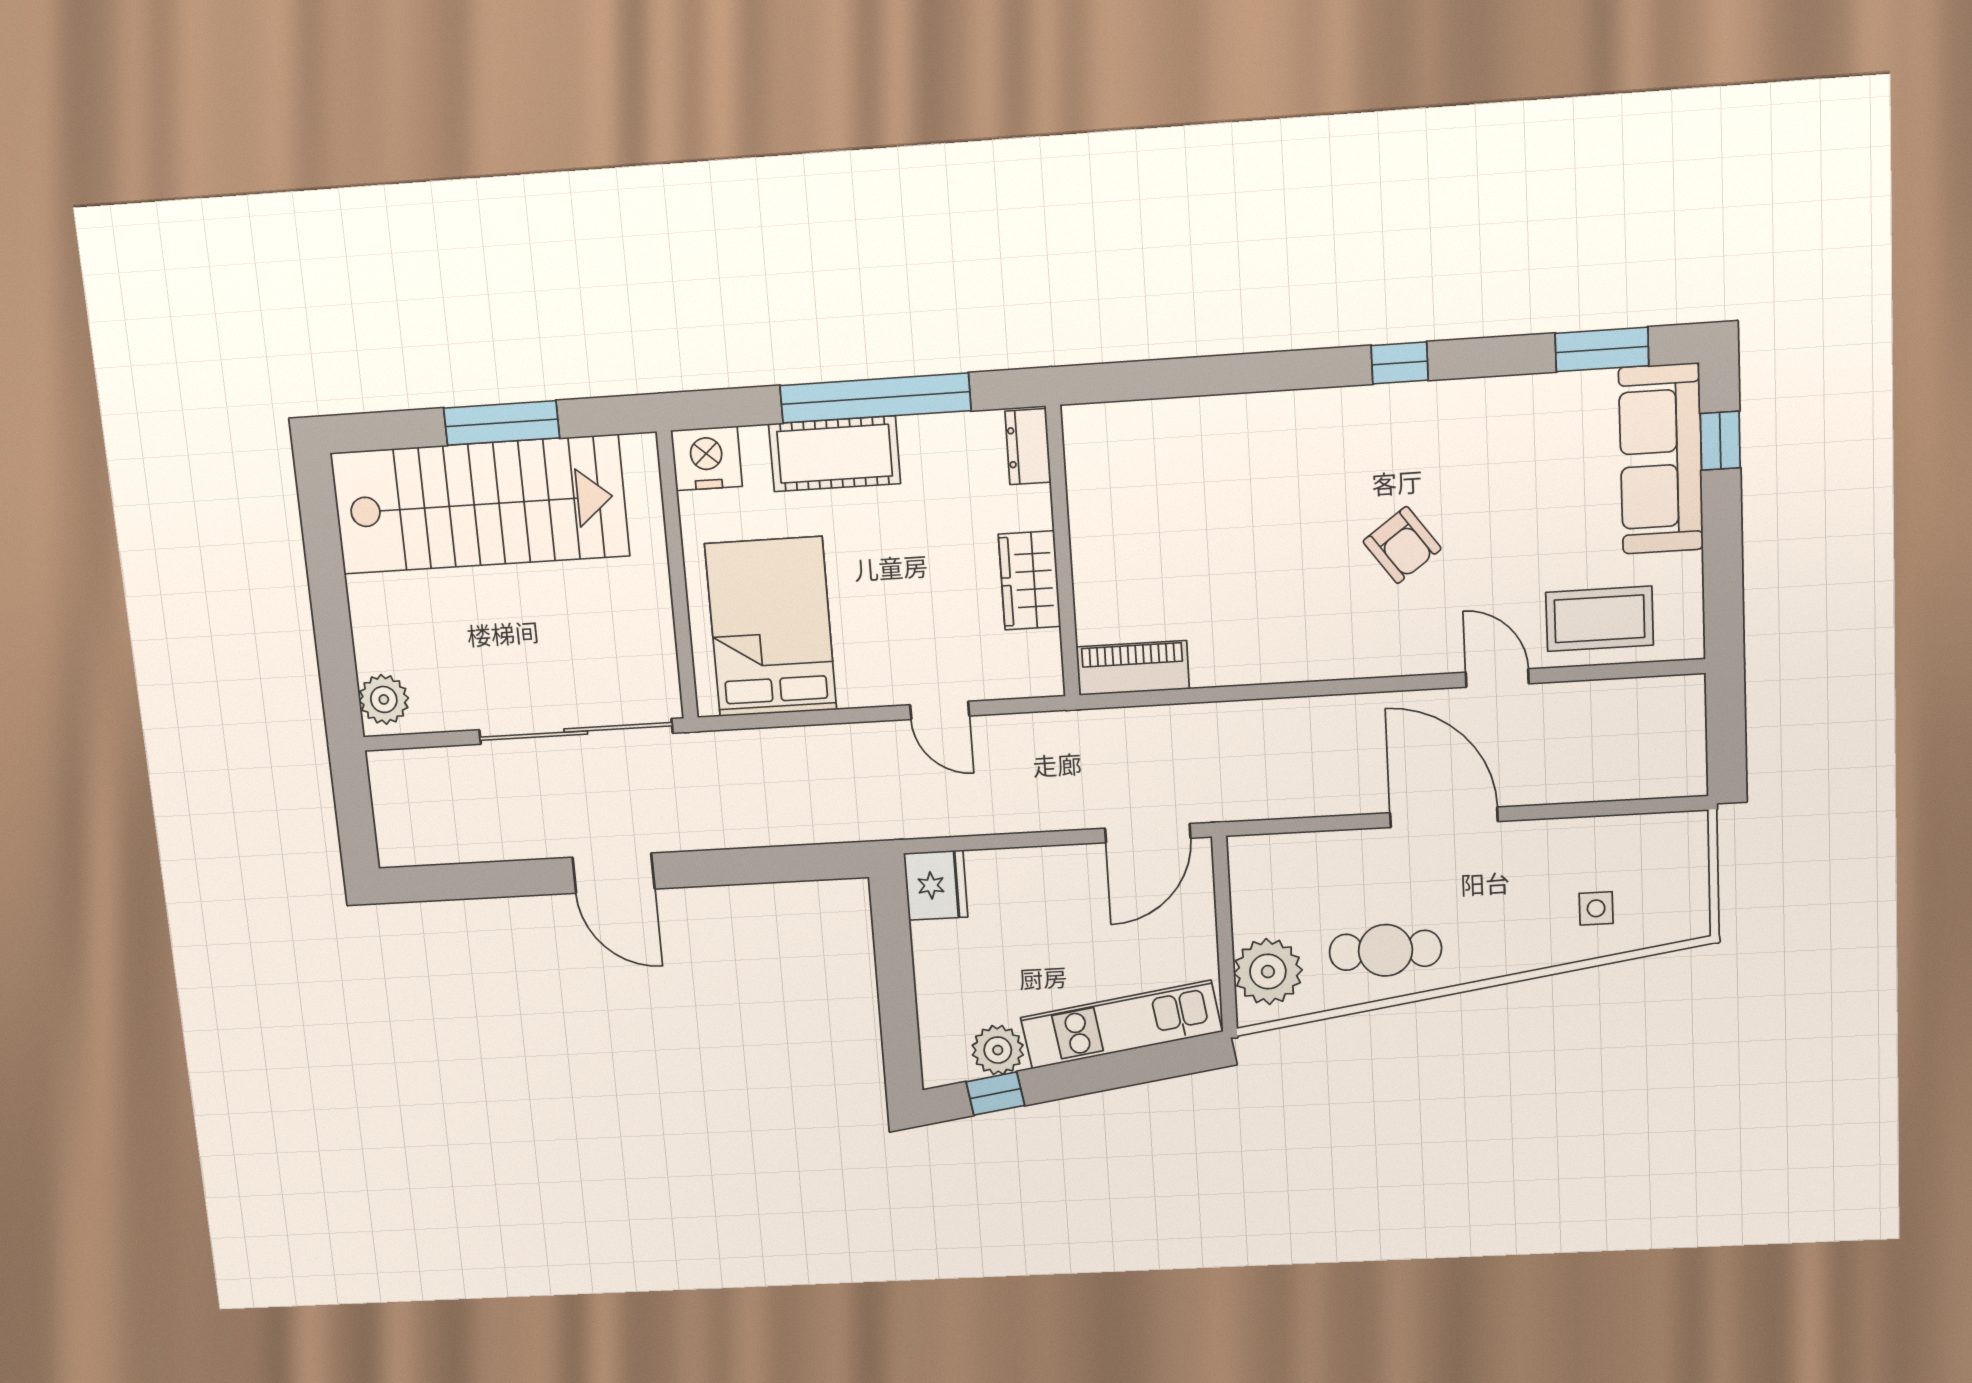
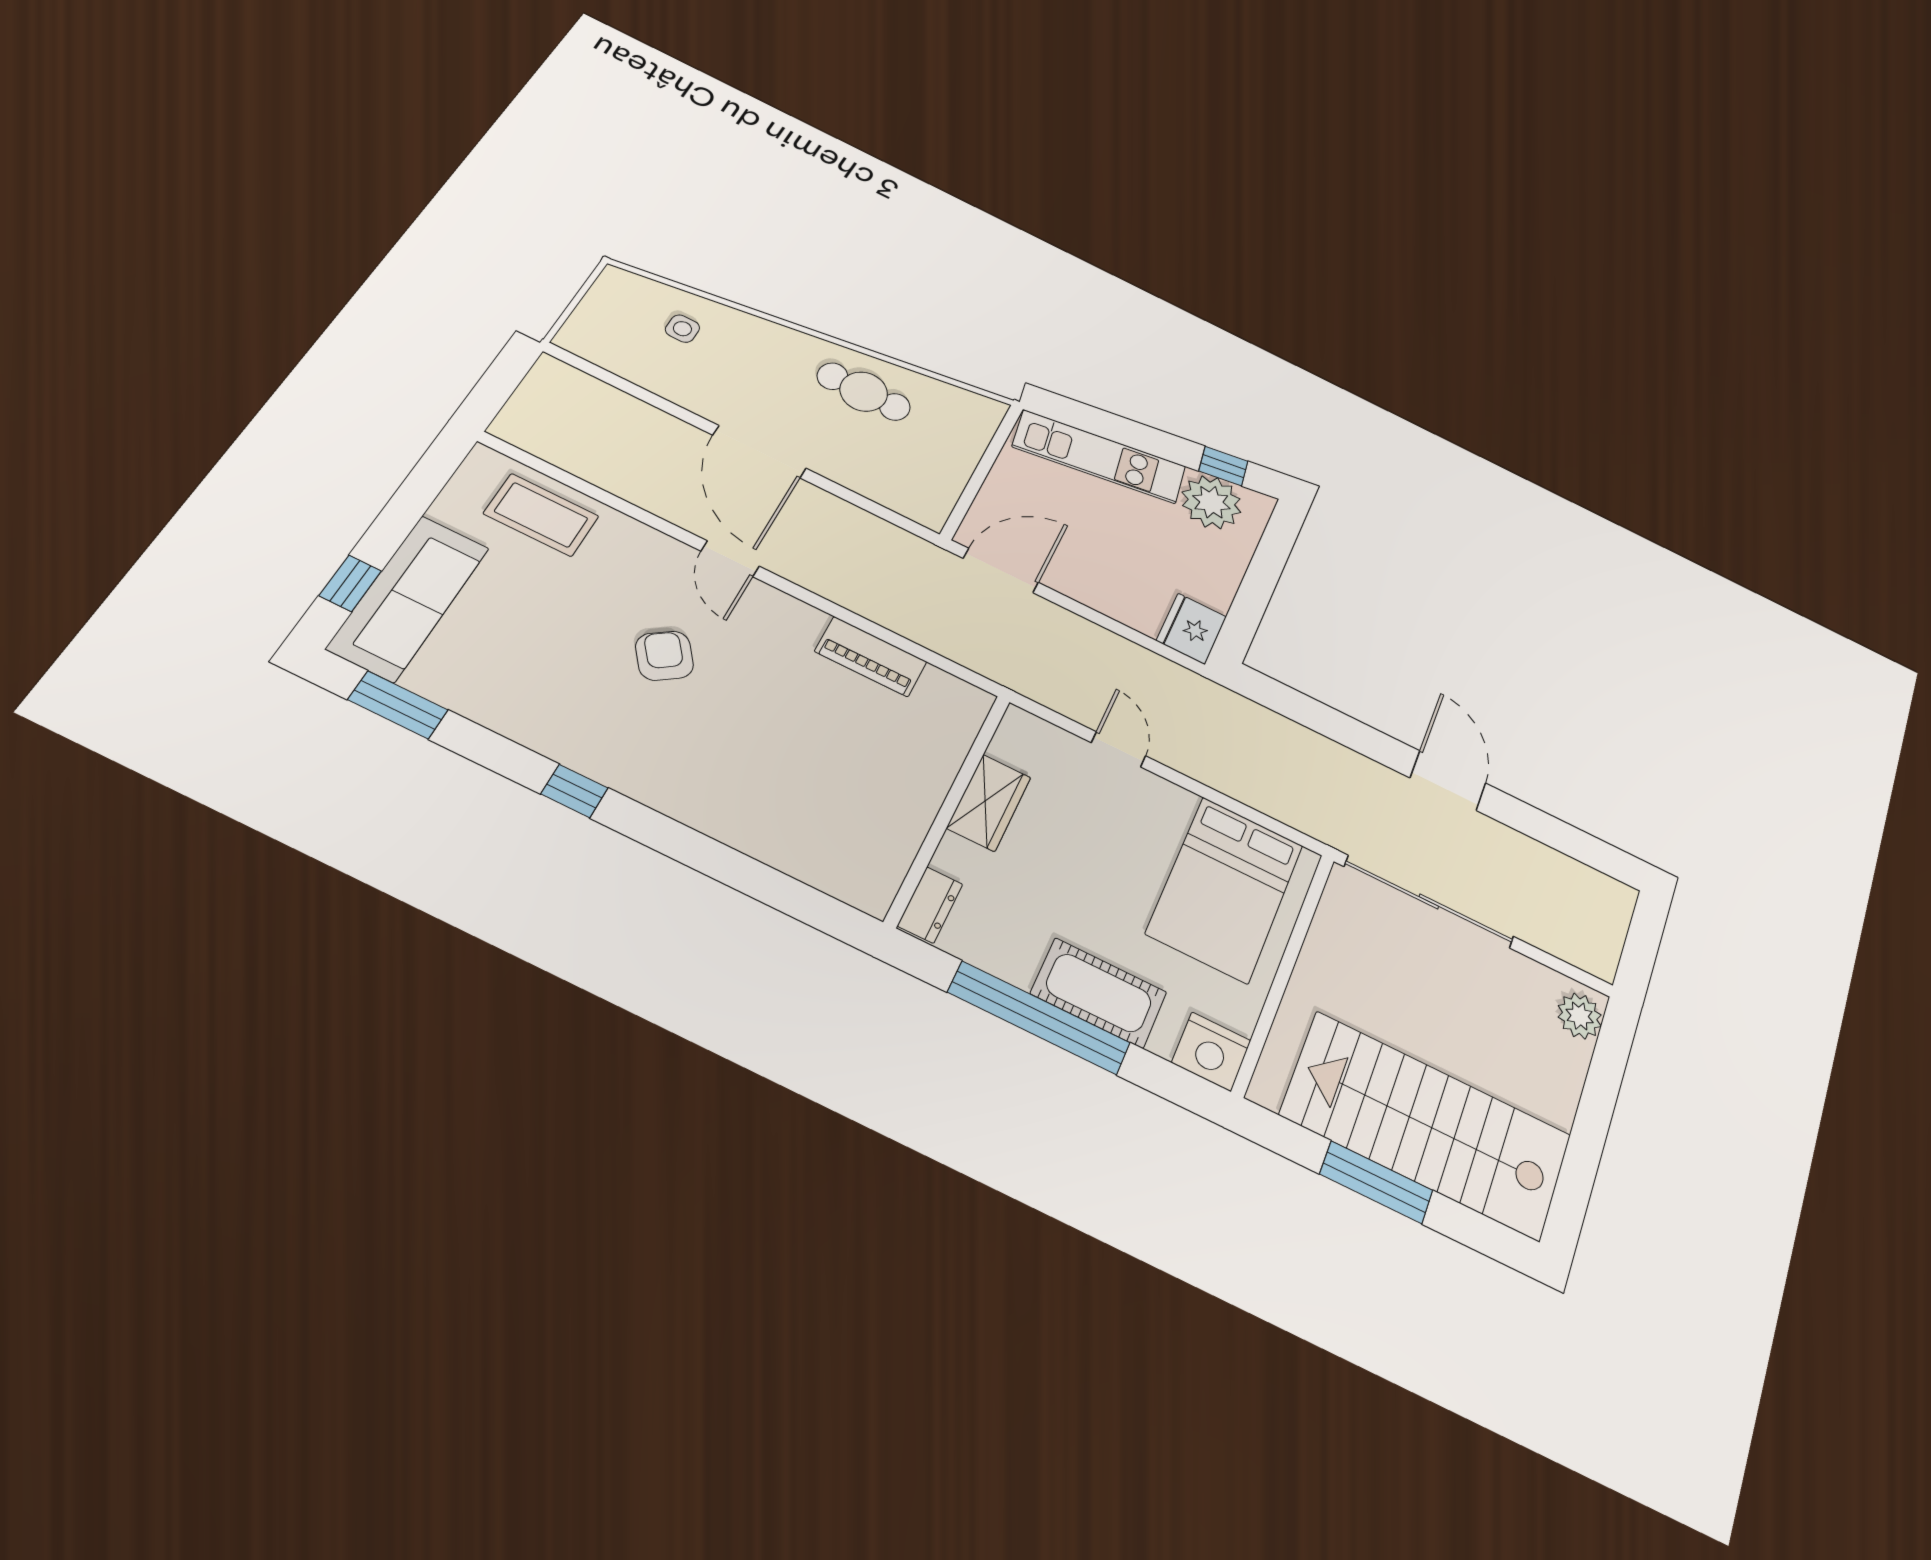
piano: (1133, 668) -> (871, 657), moved
door: (1497, 678) -> (730, 559), moved
plant: (1268, 972) -> (964, 428), removed
plant: (998, 1050) -> (1211, 502), width x1.36, depth x1.36

